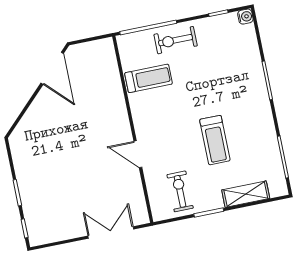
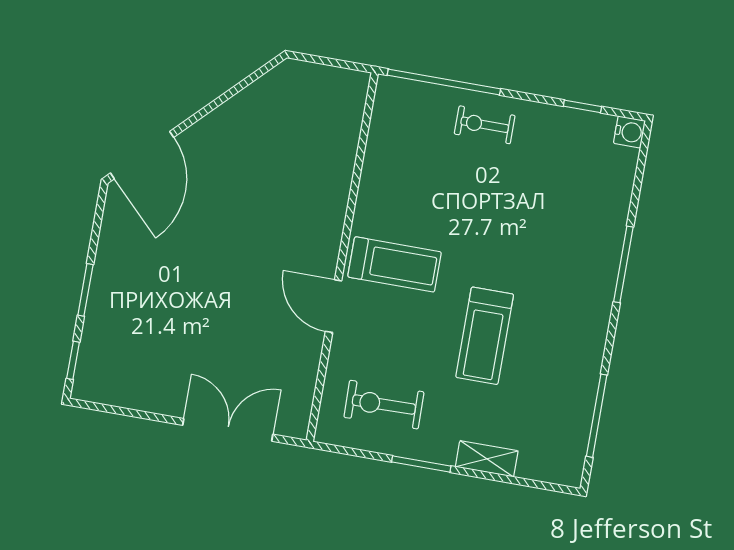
exercise bike: (176, 40) -> (485, 125), width x0.73, depth x0.72
door: (52, 68) -> (142, 155), moved
treadmill: (149, 78) -> (395, 264), moved
exercise bike: (180, 191) -> (384, 405), turned -91
shelving: (246, 194) -> (487, 459), width x0.67, depth x0.75

